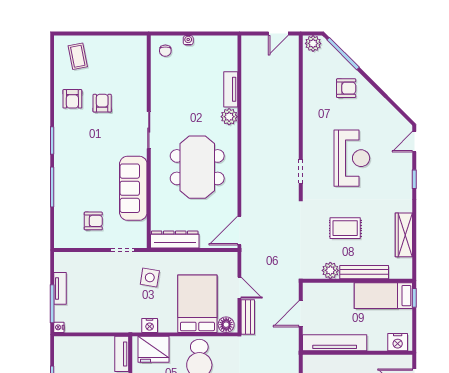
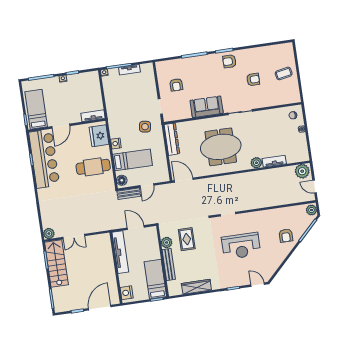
plant: (252, 49) -> (302, 171), added
coffee table: (78, 56) -> (284, 73), moved
armchair: (72, 99) -> (229, 61), moved
sofa: (133, 188) -> (207, 107), width x0.73
rug: (345, 228) -> (187, 239), moved
bed: (197, 304) -> (133, 160), width x0.67
nightstand: (150, 325) -> (116, 144), moved

